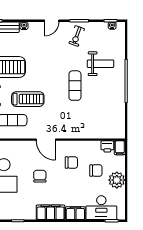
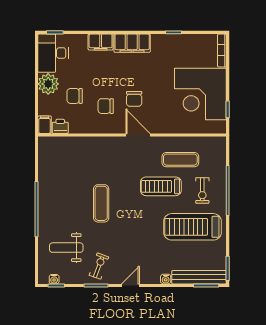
weight bench: (101, 64) -> (66, 248), moved
chair: (40, 176) -> (134, 99), moved
desk: (101, 208) -> (53, 53), moved, turned -90

